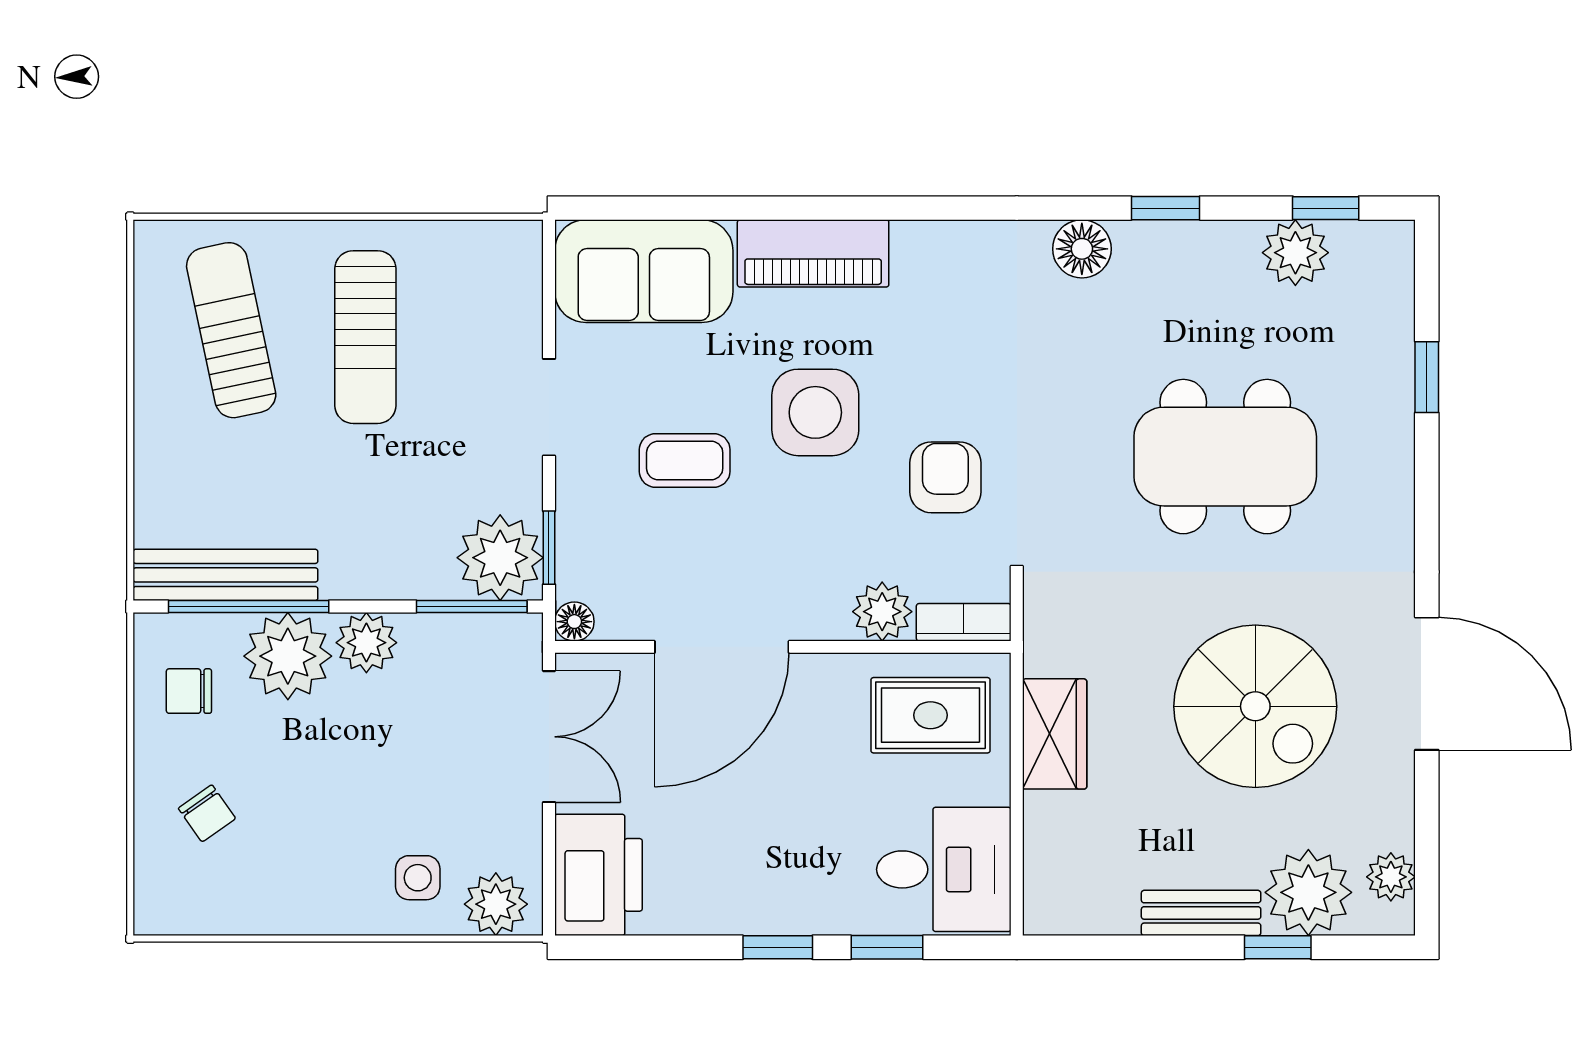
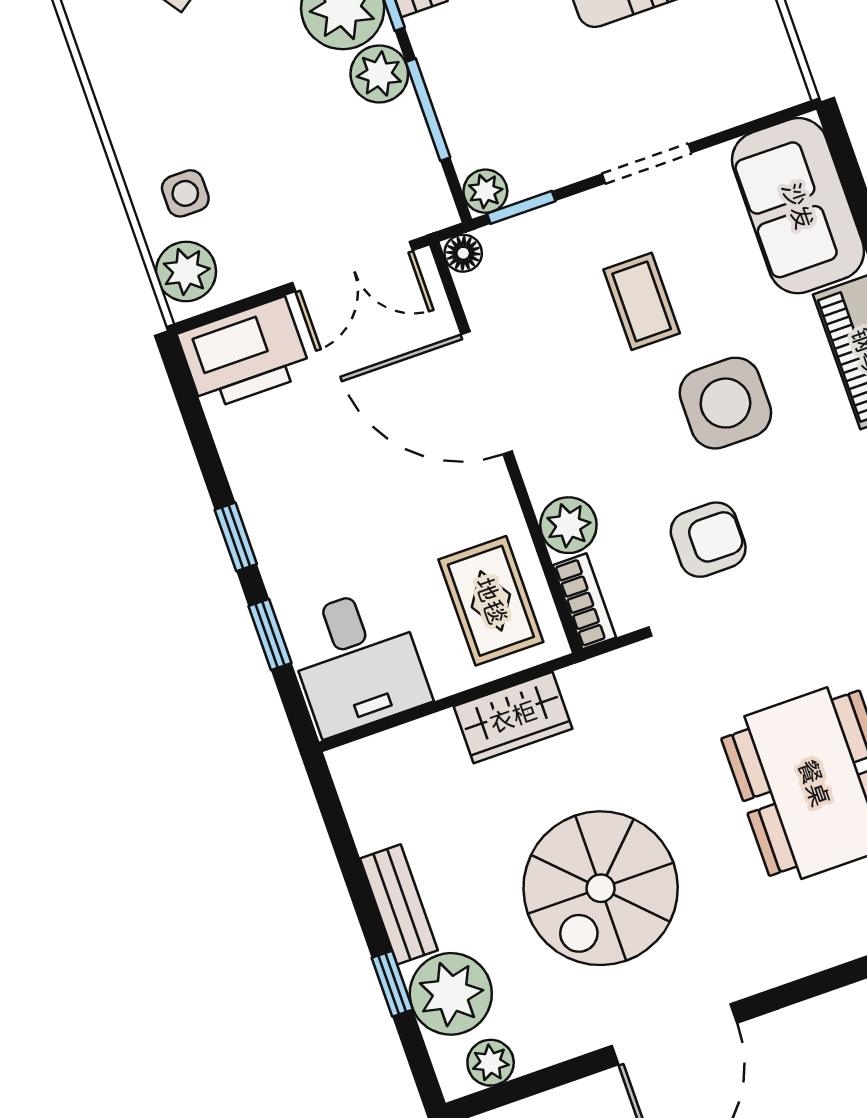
plant: (500, 558) -> (485, 191), width x0.53, depth x0.53
window: (472, 607) -> (428, 110), moved

